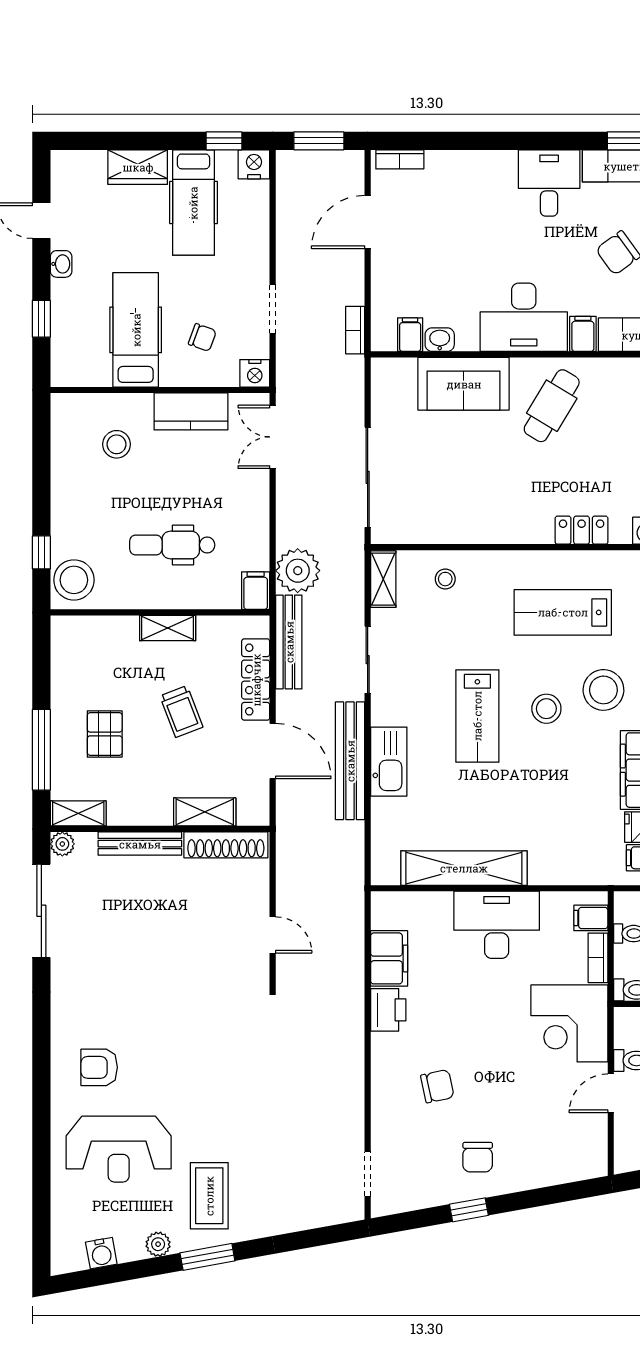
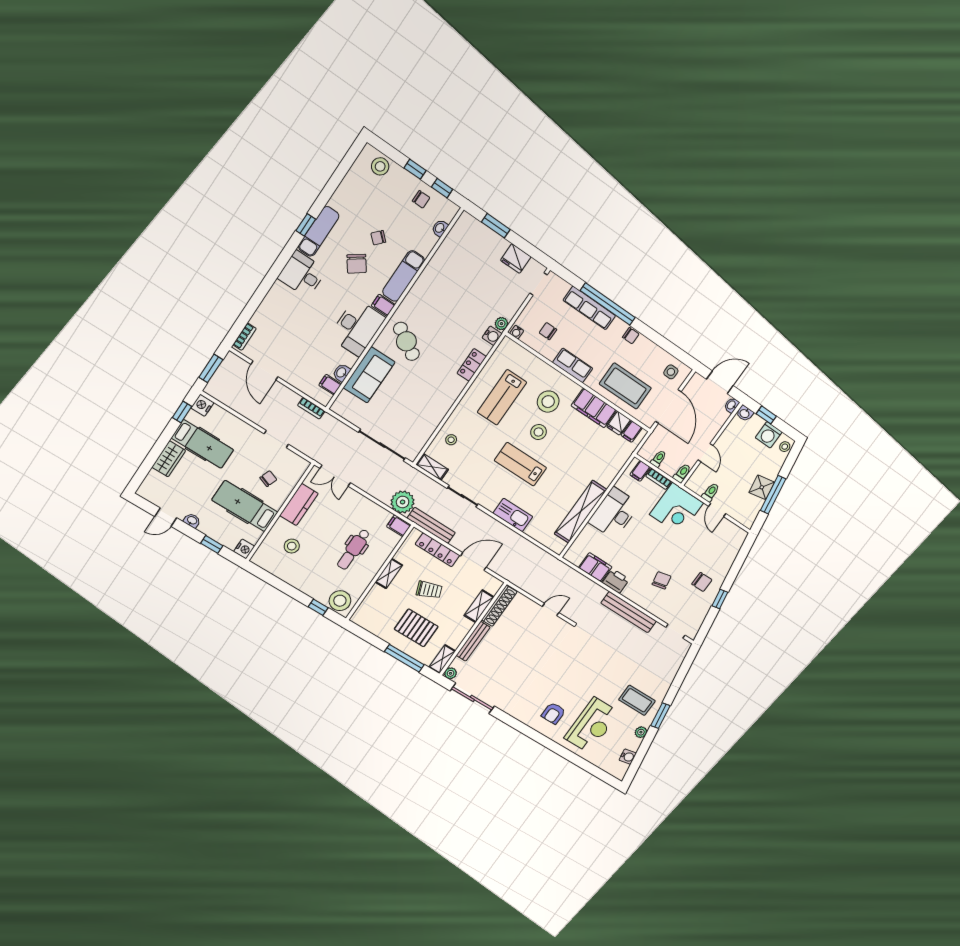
nightstand: (255, 373) -> (244, 549), moved
lab bench: (477, 716) -> (520, 464), turned 180
pallet: (105, 734) -> (416, 628), width x1.50, depth x1.42
bench: (350, 761) -> (629, 612), moved

